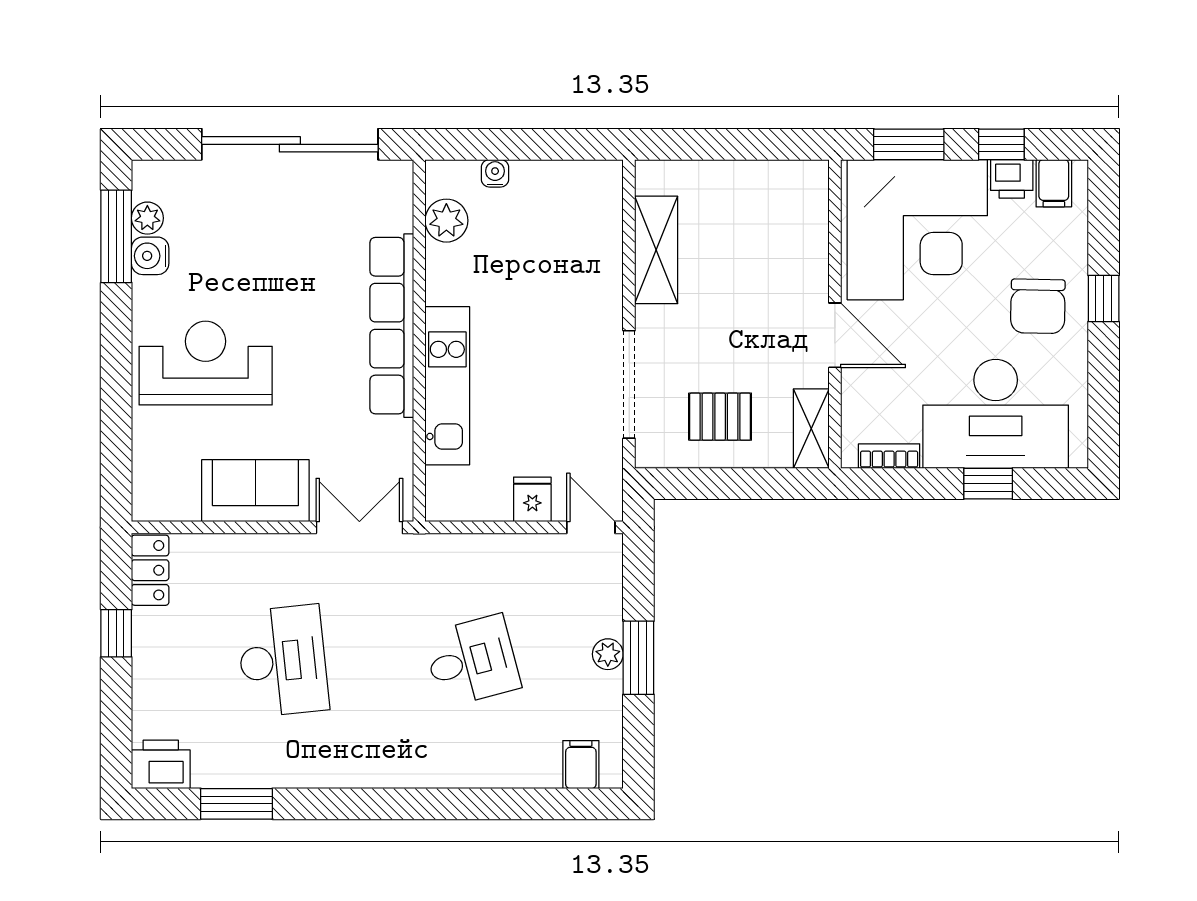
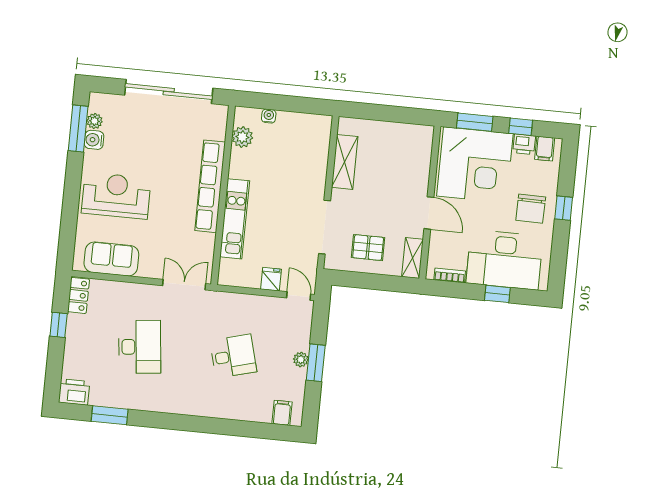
sofa: (255, 491) -> (111, 259), moved

